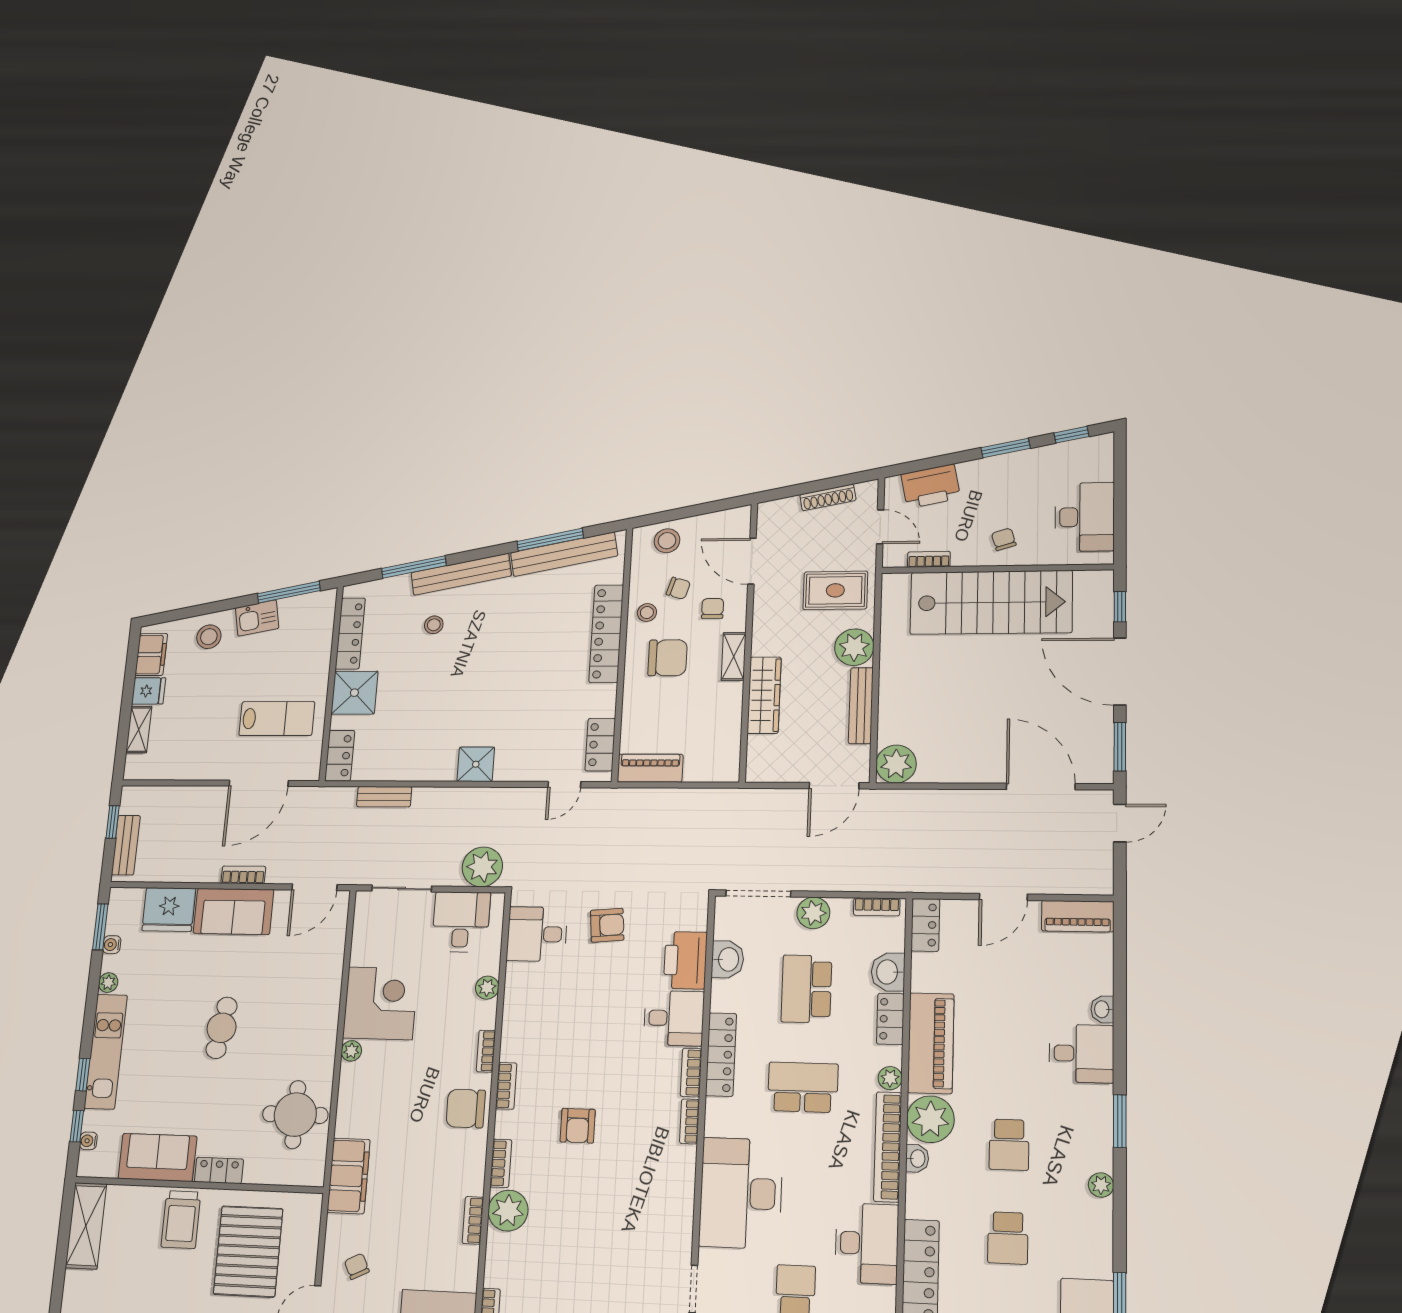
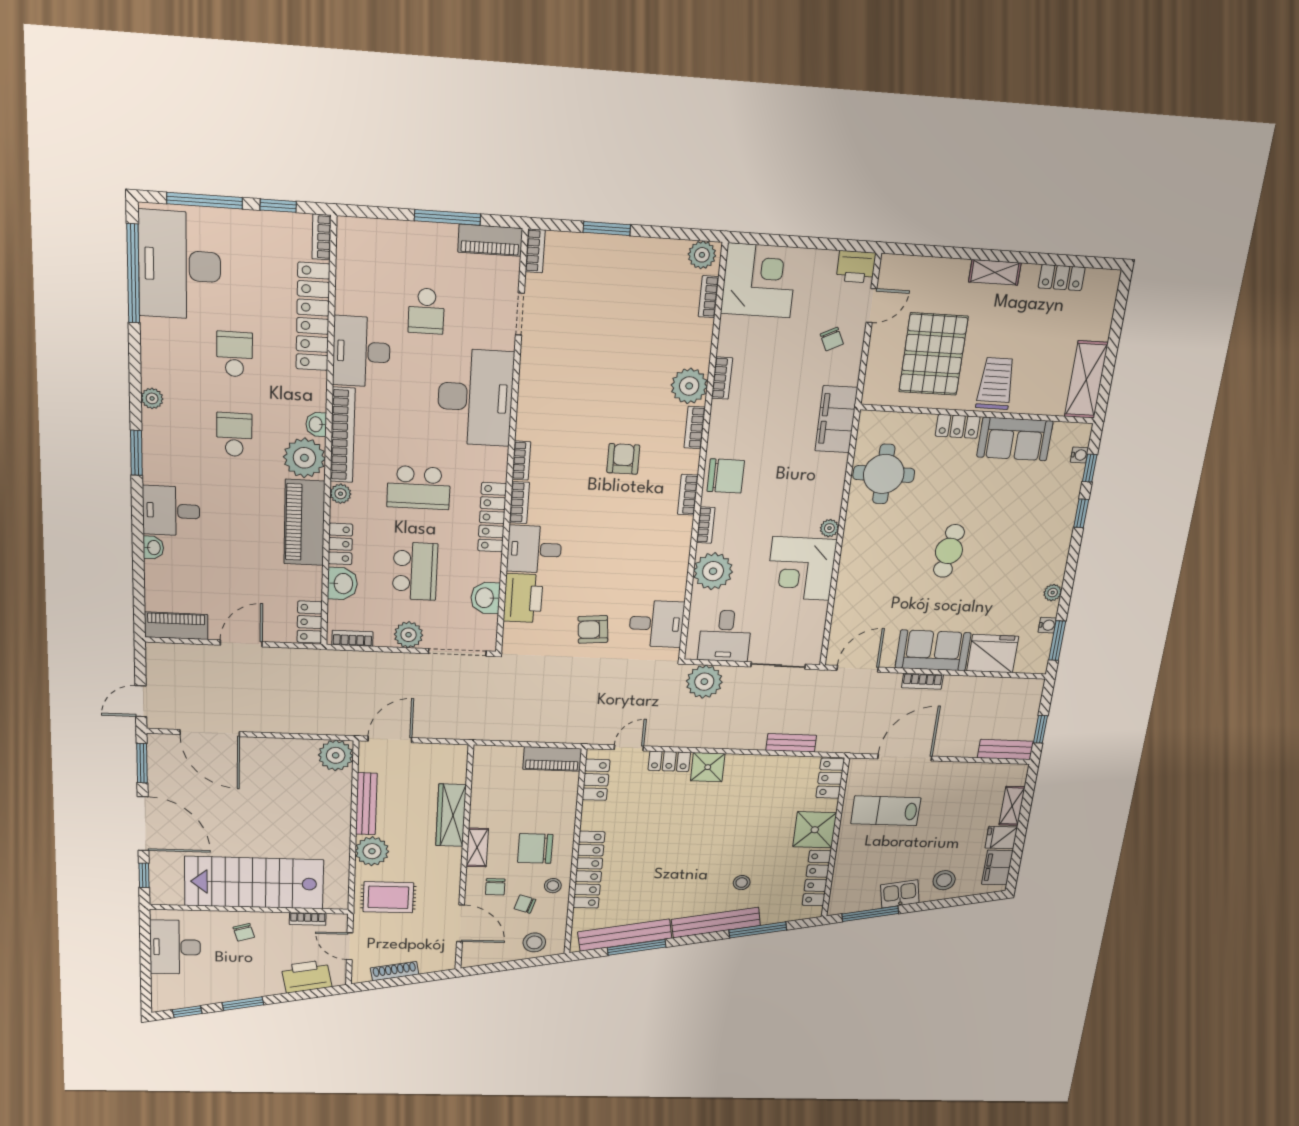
locker: (519, 770) -> (669, 761), added
bench: (126, 845) -> (1005, 750), moved, turned 90
plant: (487, 988) -> (713, 571), width x1.87, depth x1.87
kitchen unit: (106, 1052) -> (1058, 533), removed

